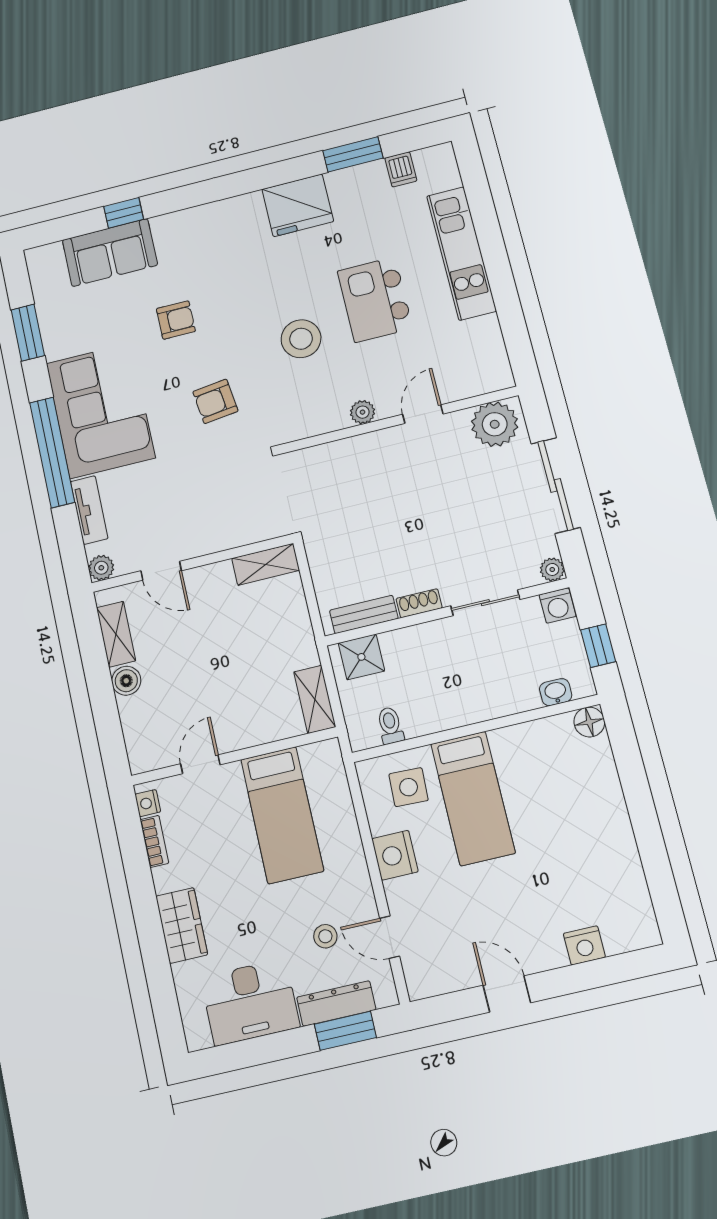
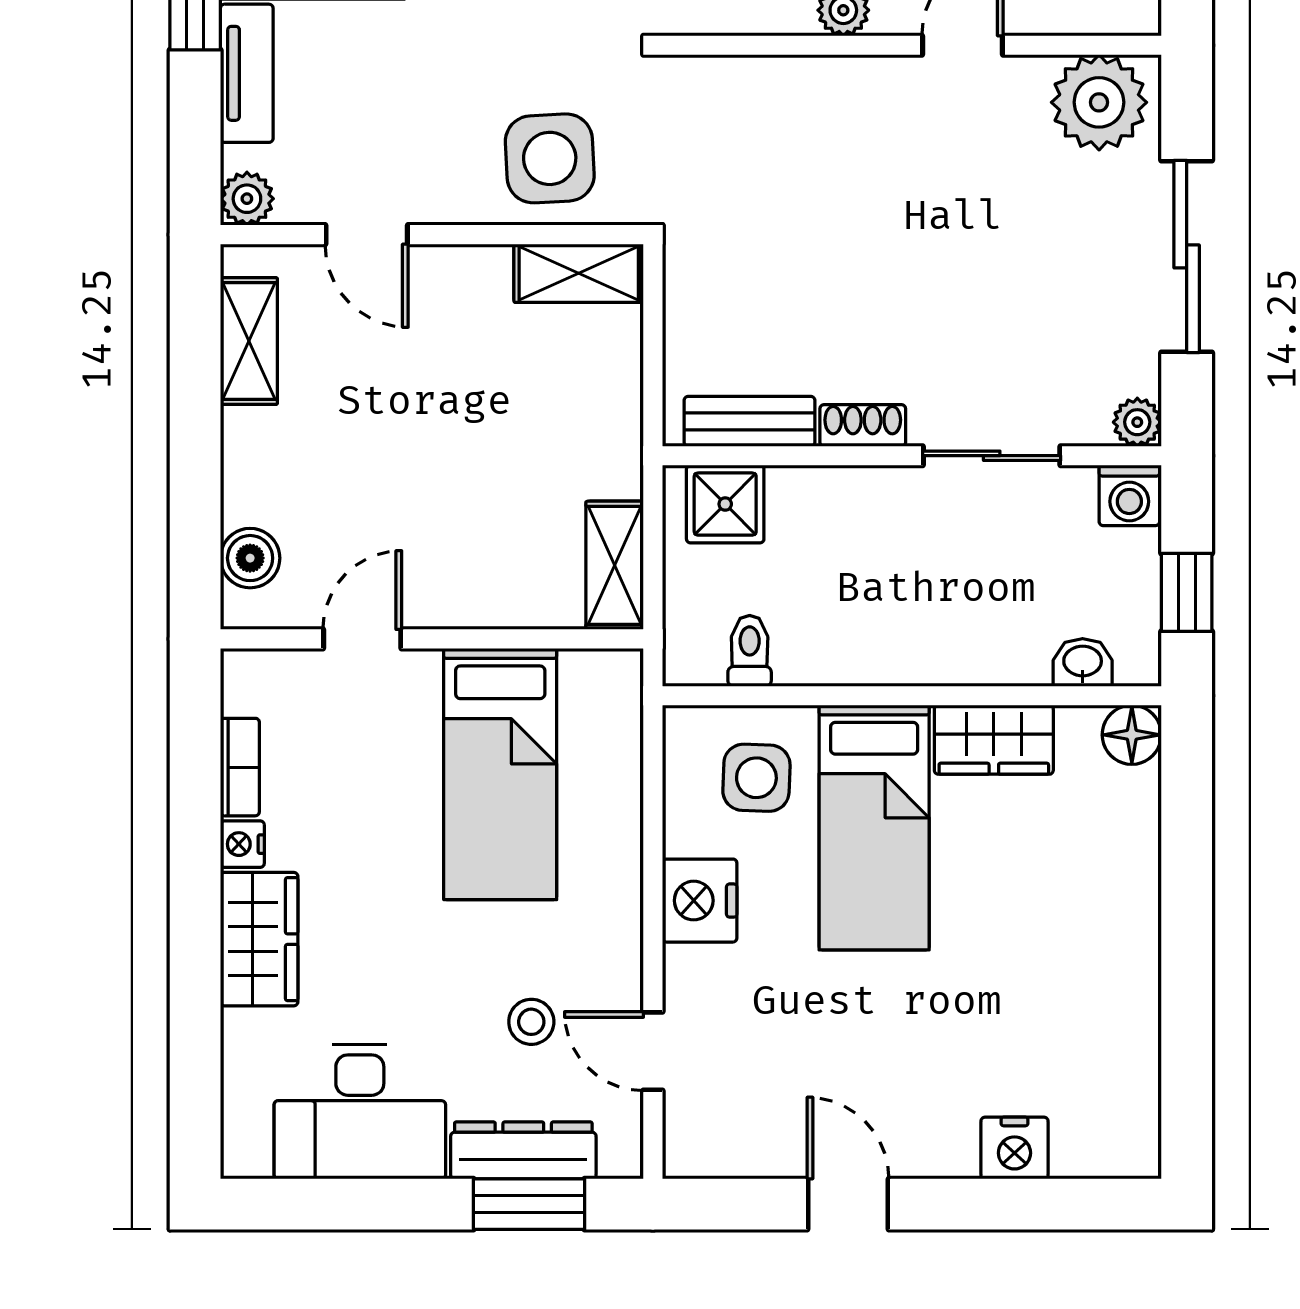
side table: (240, 514) -> (550, 158), added
boiler: (126, 681) -> (250, 558), moved
wardrobe: (521, 741) -> (994, 740), added
nightstand: (148, 803) -> (242, 844), moved

